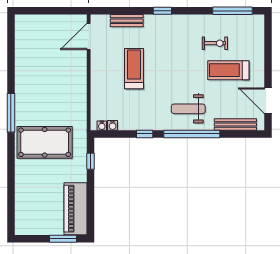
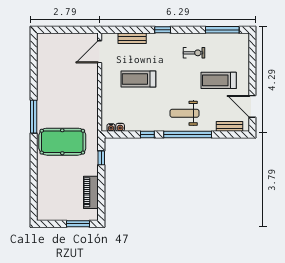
exercise bike: (215, 43) -> (194, 53), moved
treadmill: (134, 69) -> (138, 79), turned -90
bench: (235, 124) -> (230, 126), width x0.73
piano: (75, 209) -> (91, 192), width x0.73, depth x0.75

